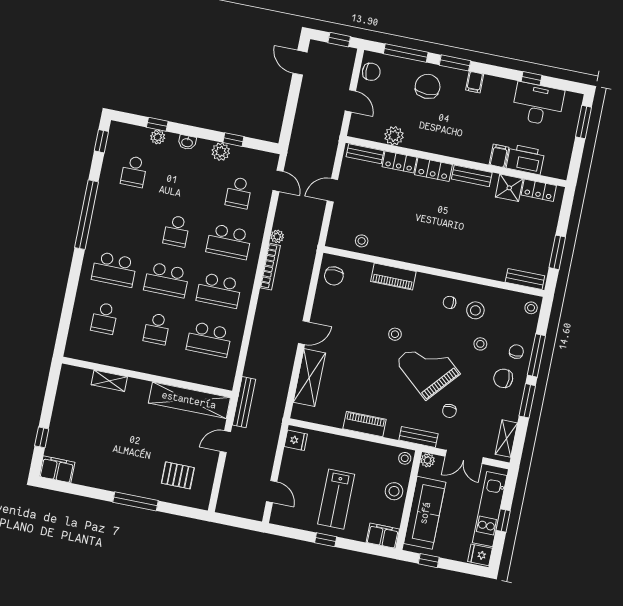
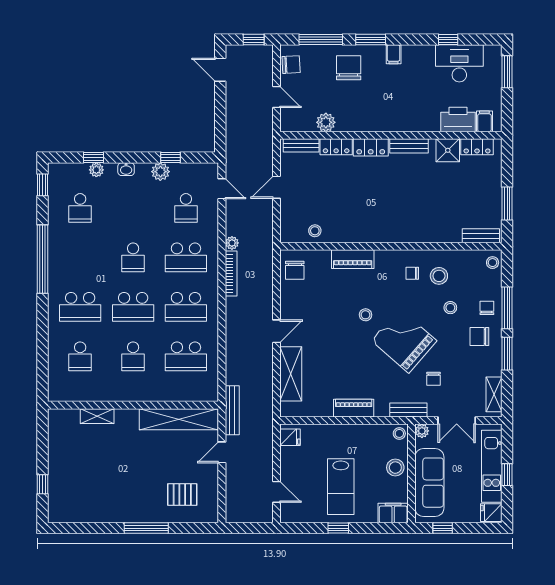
filing cabinet: (499, 156) -> (484, 121), moved
filing cabinet: (57, 469) -> (64, 512), removed

